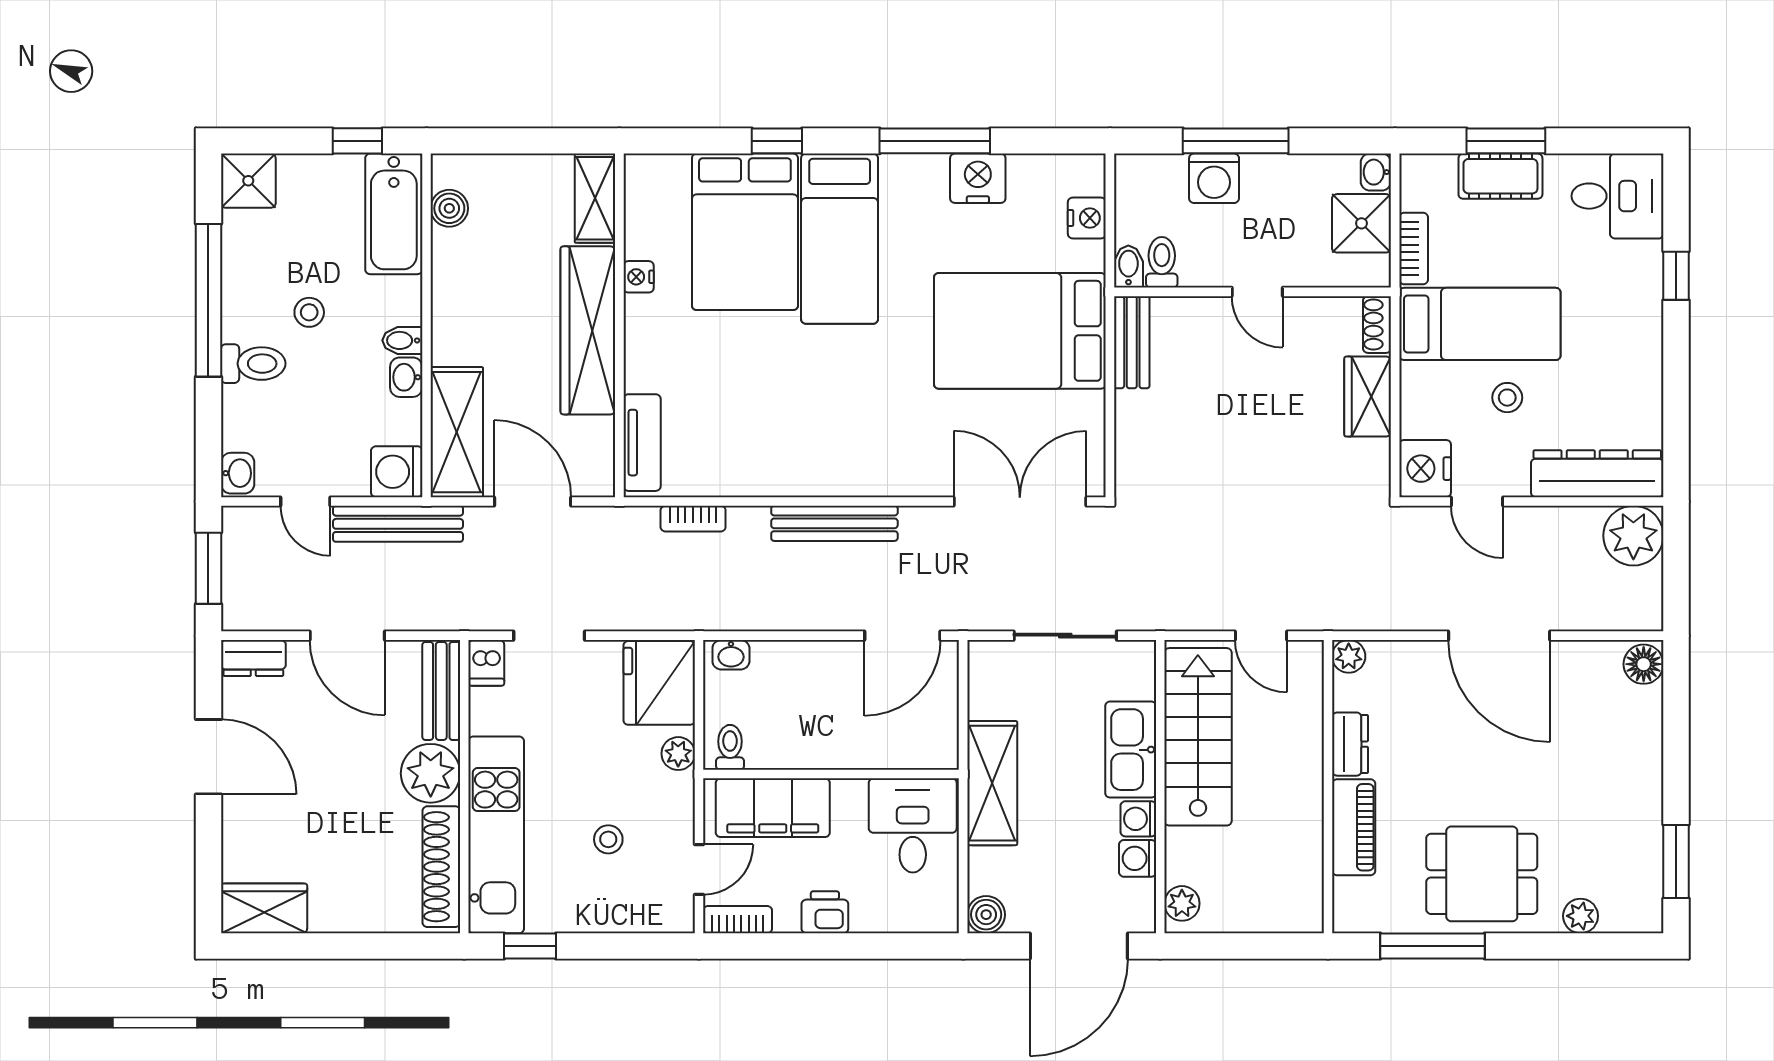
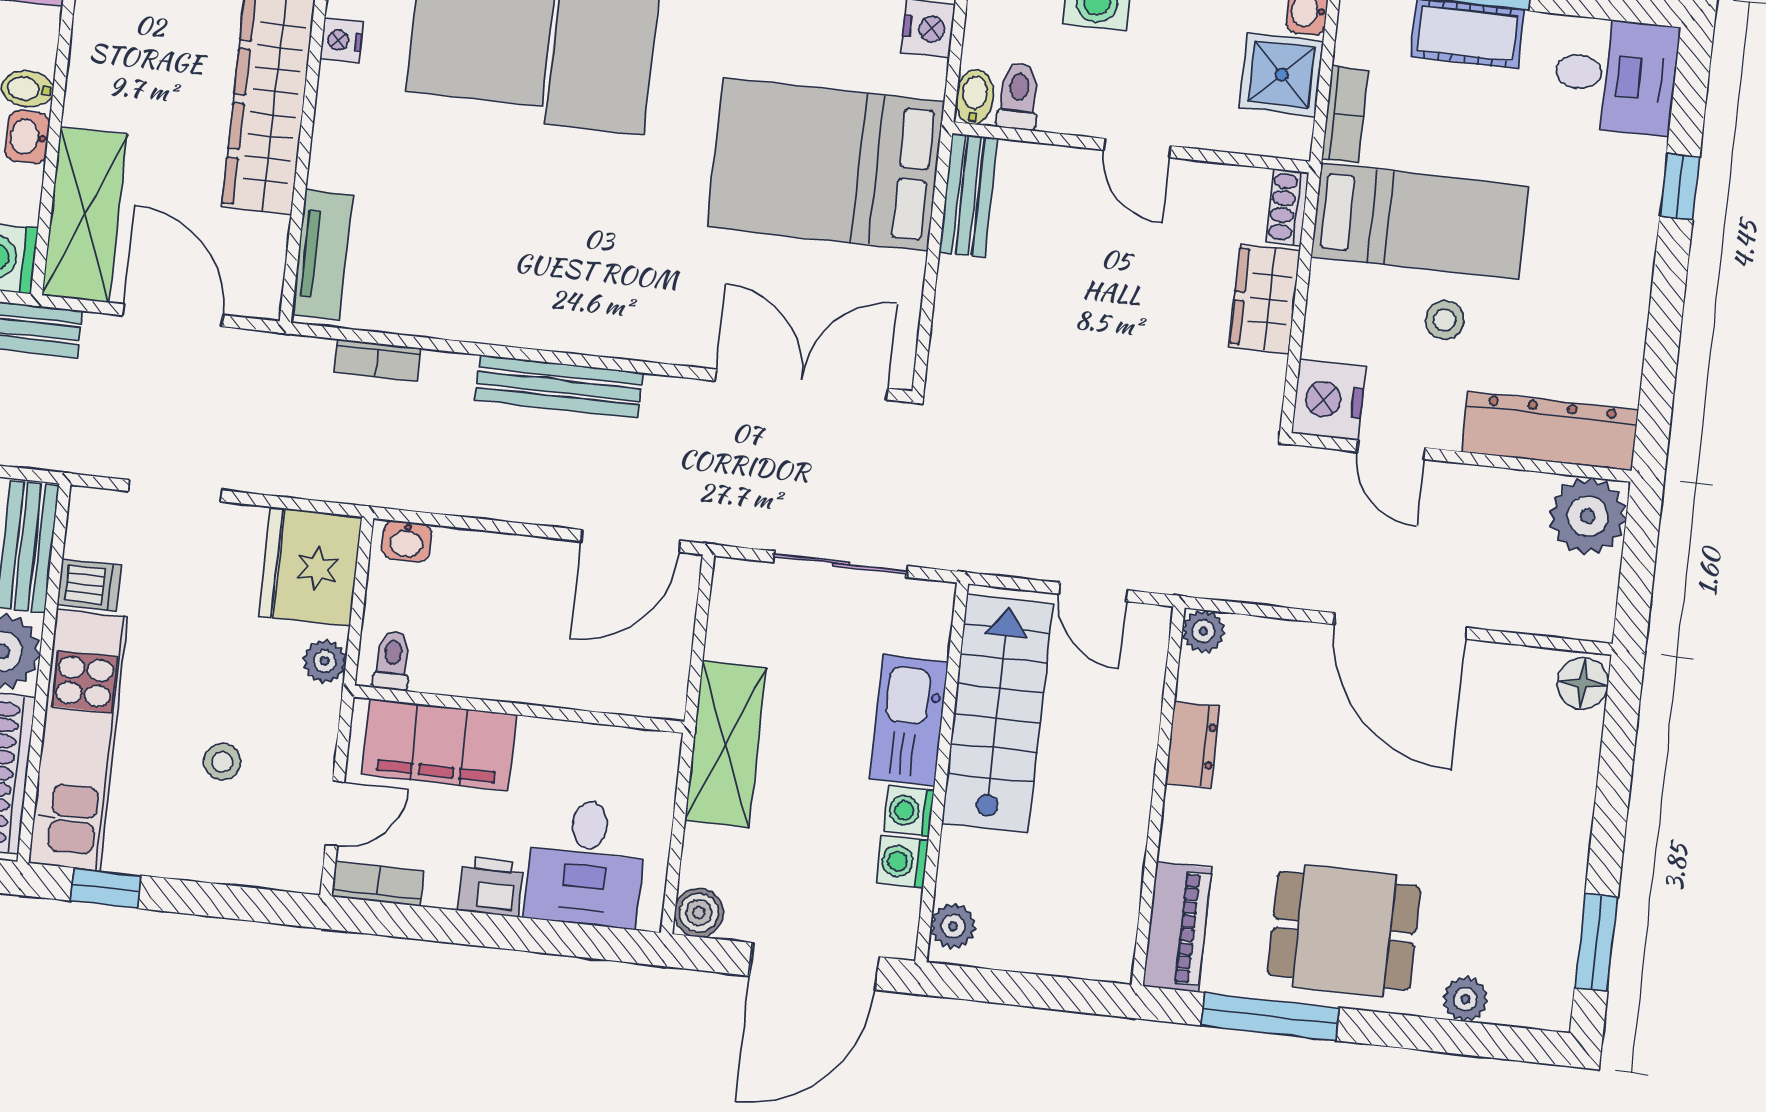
dishwasher: (486, 663) -> (89, 585), moved, turned -90
desk: (913, 825) -> (586, 863), moved, turned 180
piano: (1354, 827) -> (1177, 927), moved

